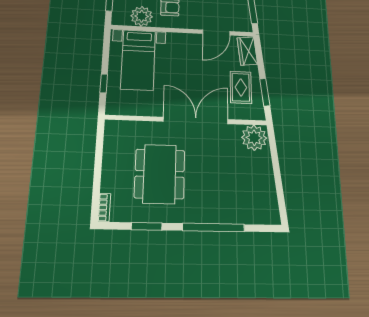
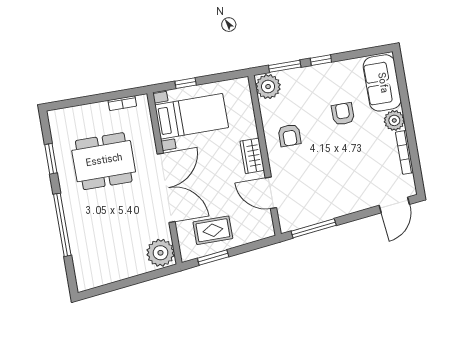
plant: (142, 16) -> (268, 87), moved
wardrobe: (247, 51) -> (252, 156), moved, turned -84
bed with nightstands: (138, 60) -> (192, 116), moved, turned 180
bookcase: (104, 208) -> (122, 103), moved

